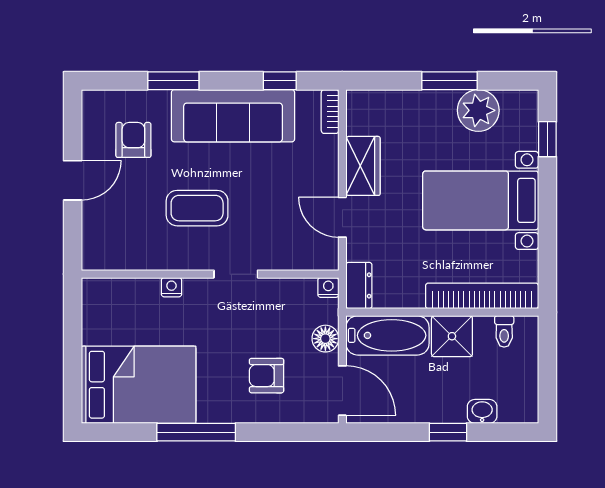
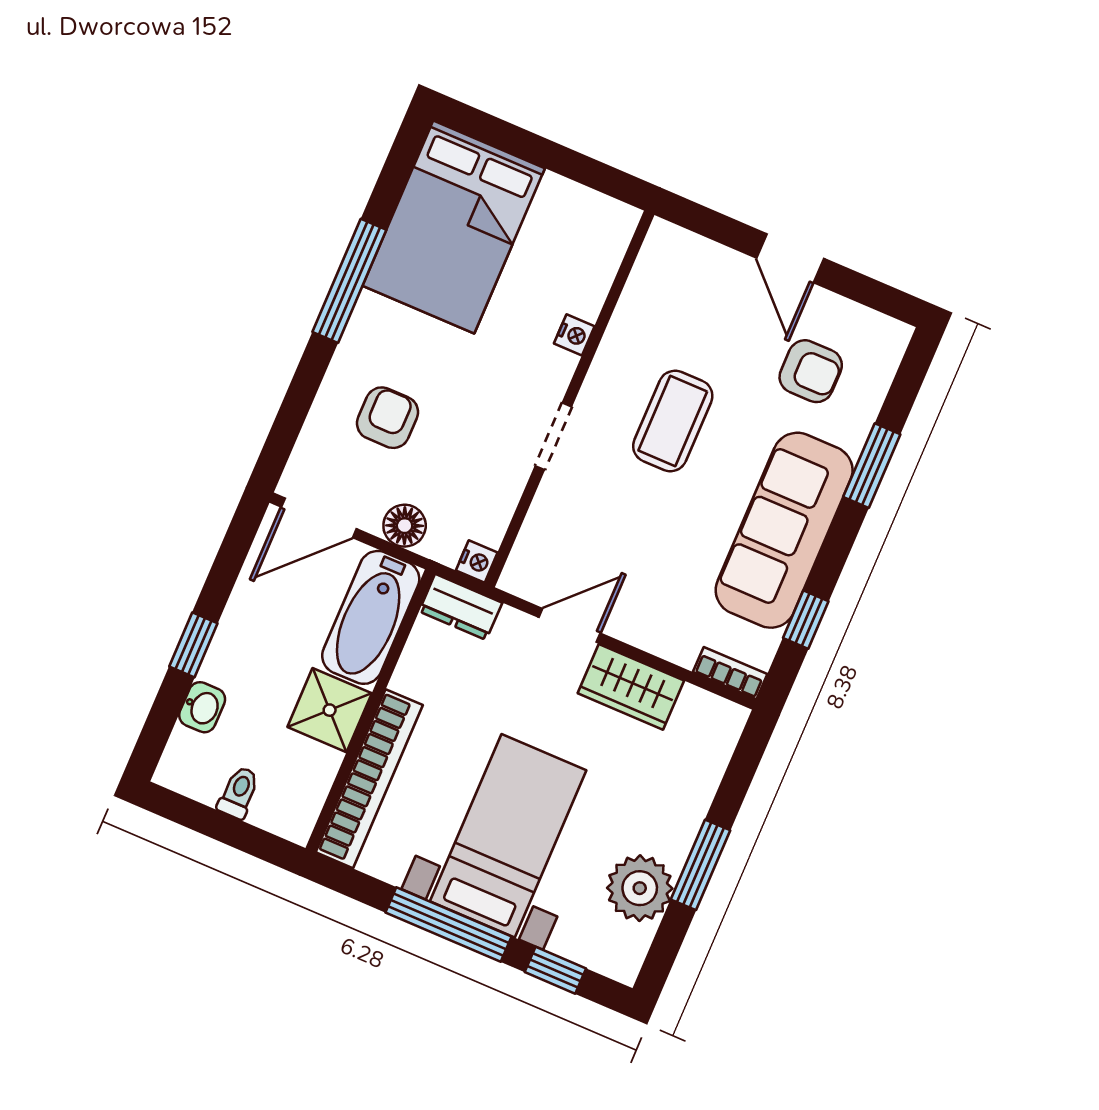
window: (547, 213) -> (449, 924), added
toilet: (504, 331) -> (239, 793), moved, turned 90

